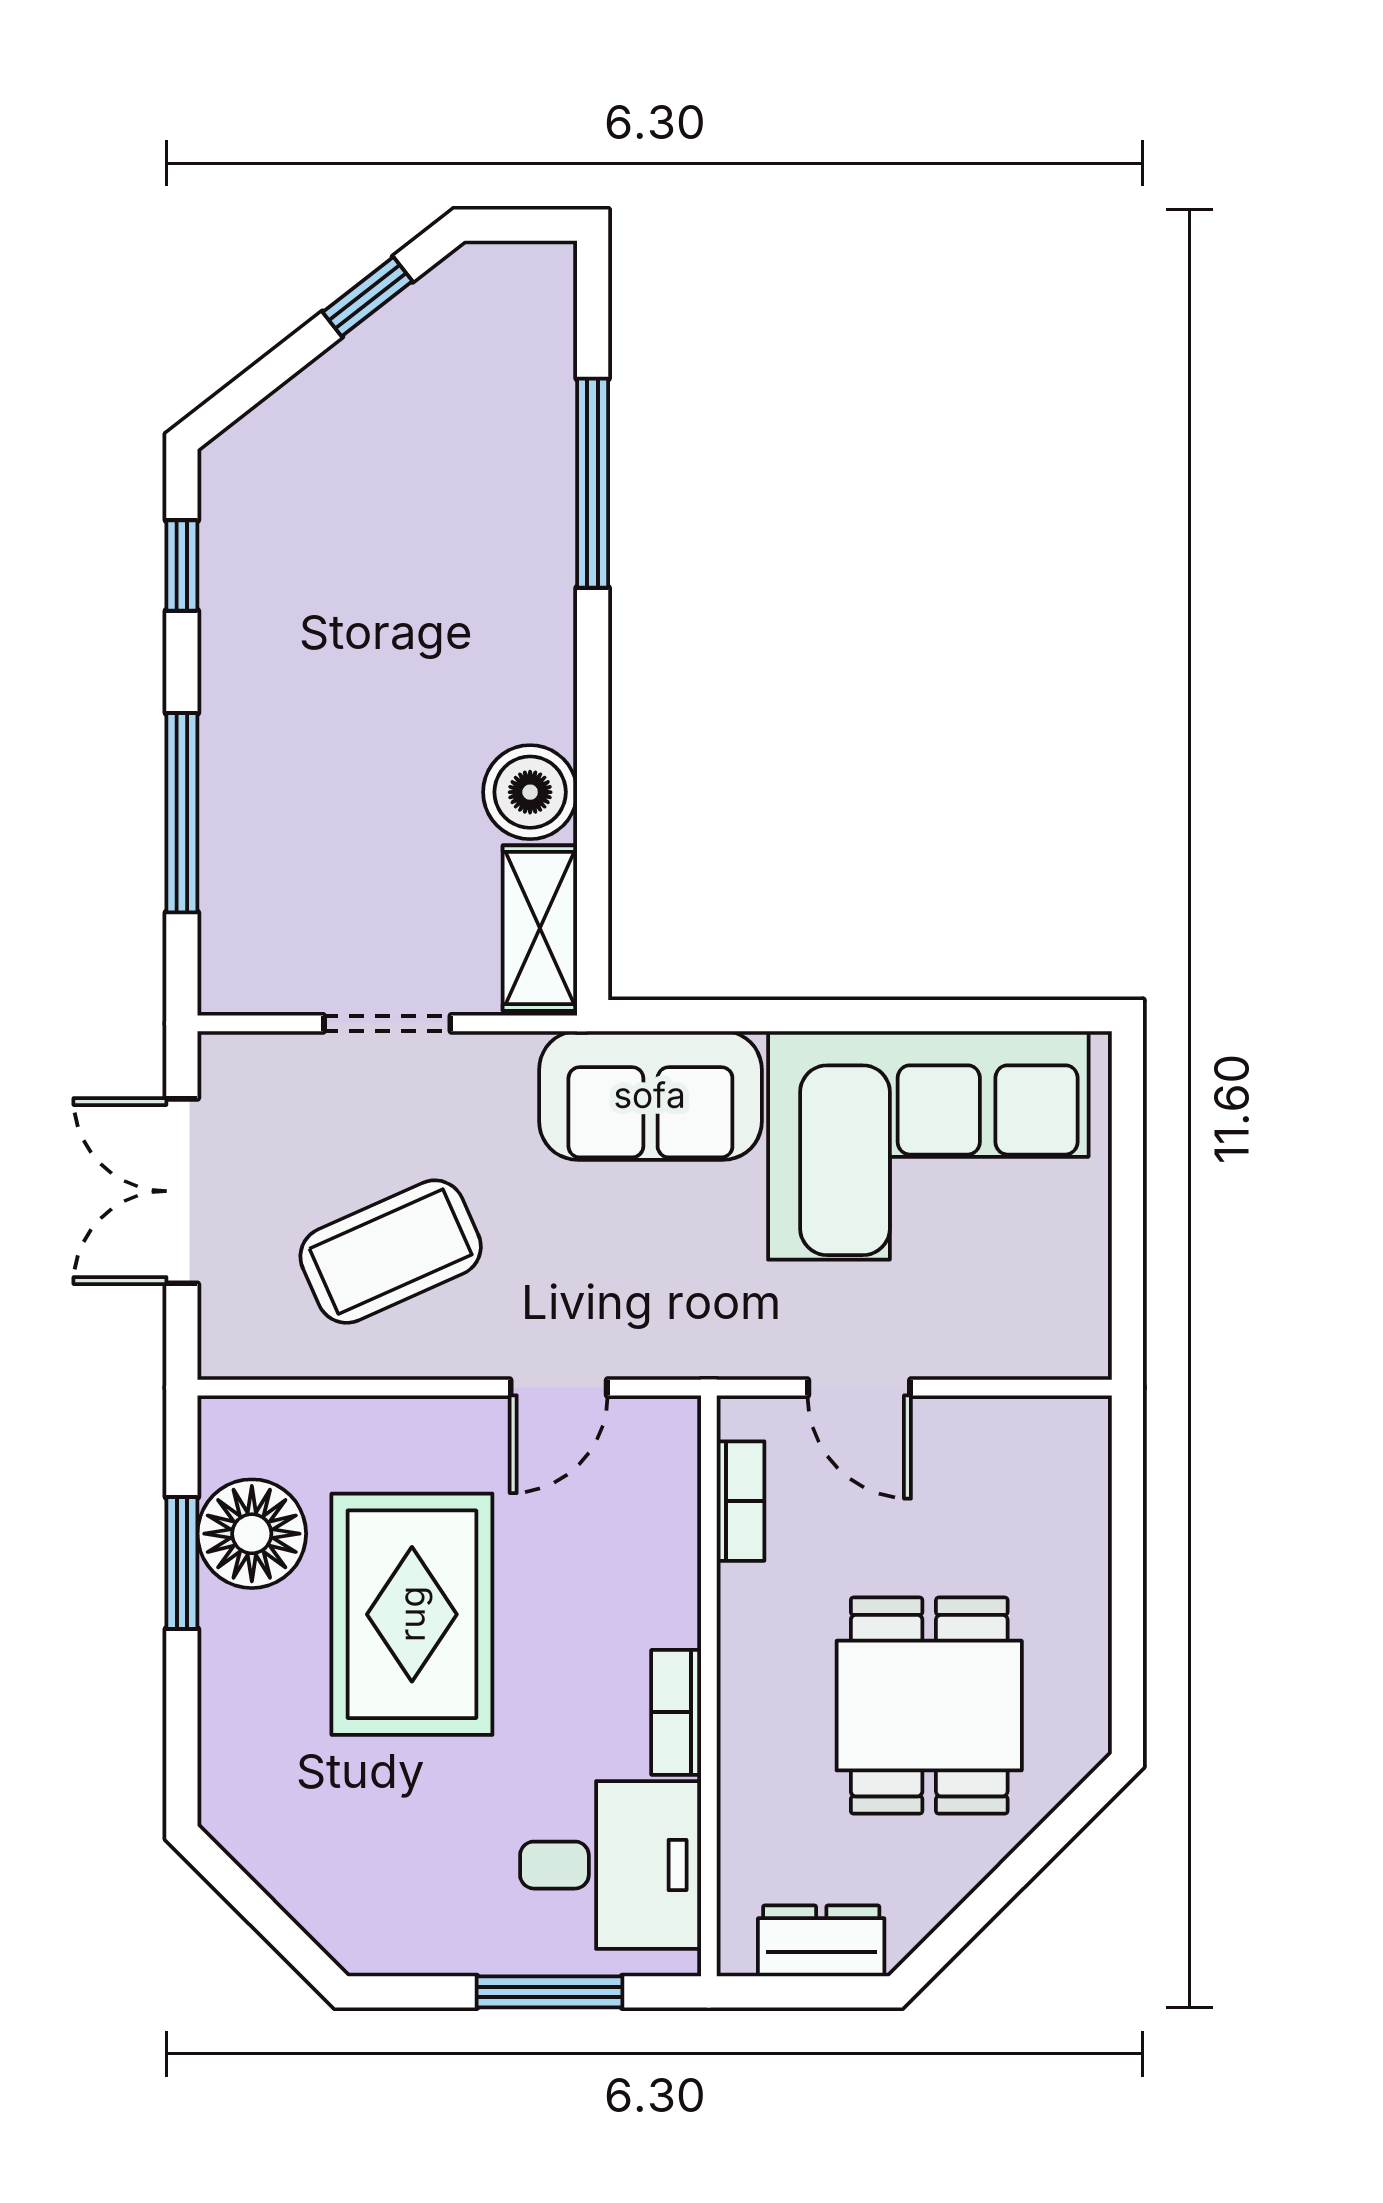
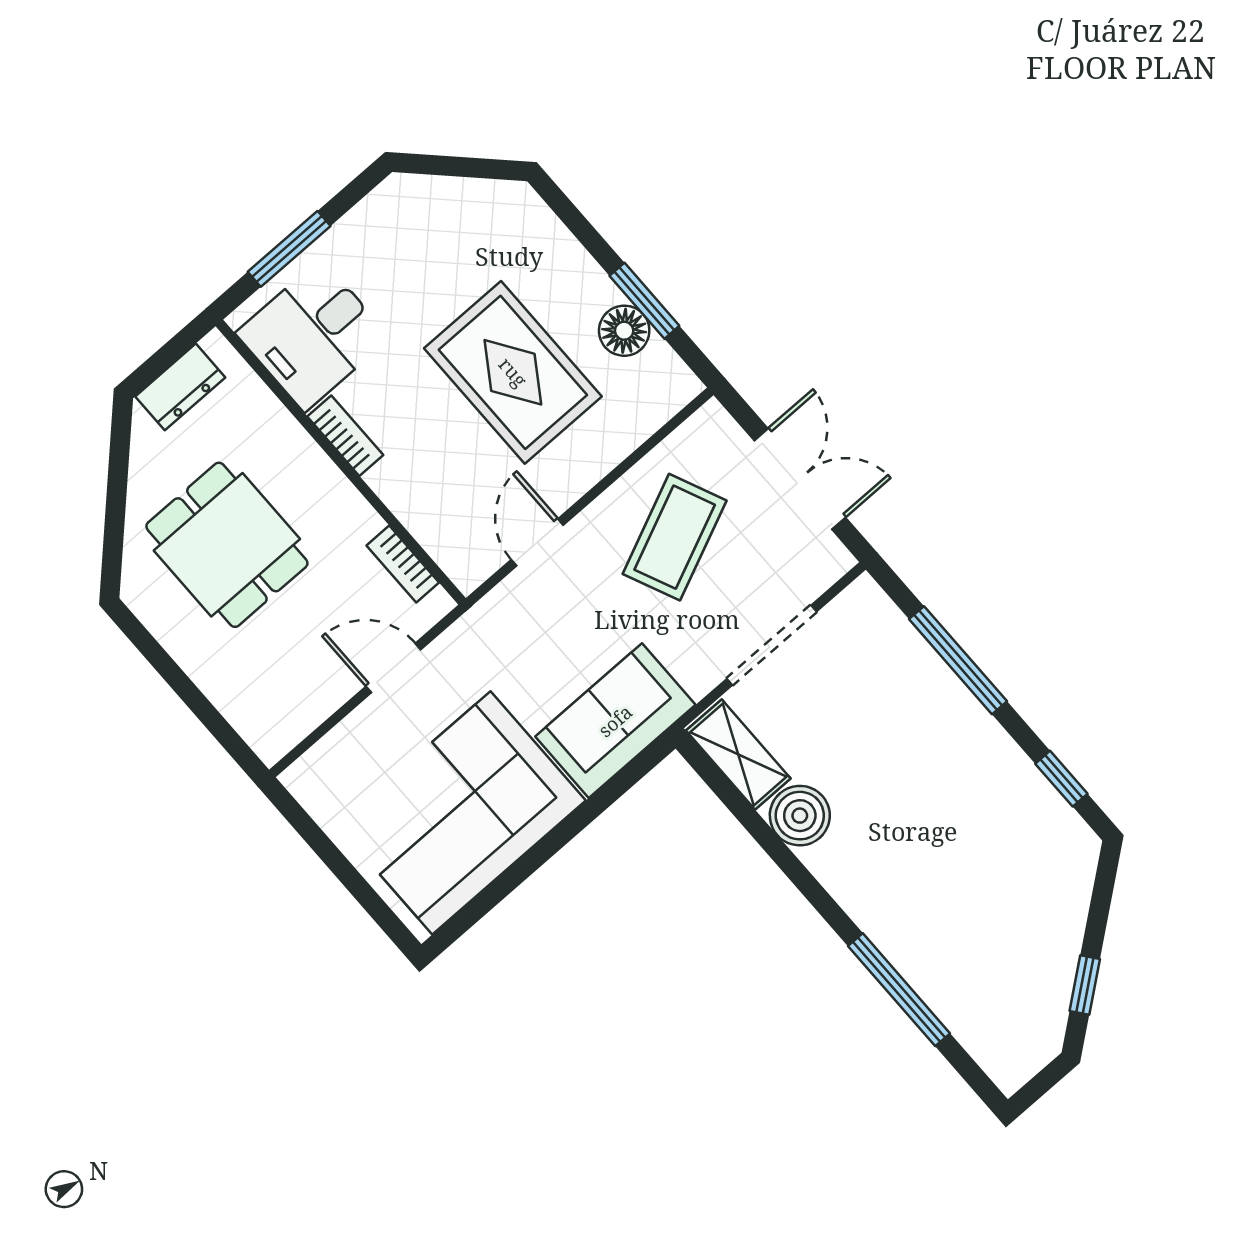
doorway: (387, 1023) -> (772, 645), width x1.38
floor lamp: (252, 1534) -> (624, 331), width x0.73, depth x0.73

